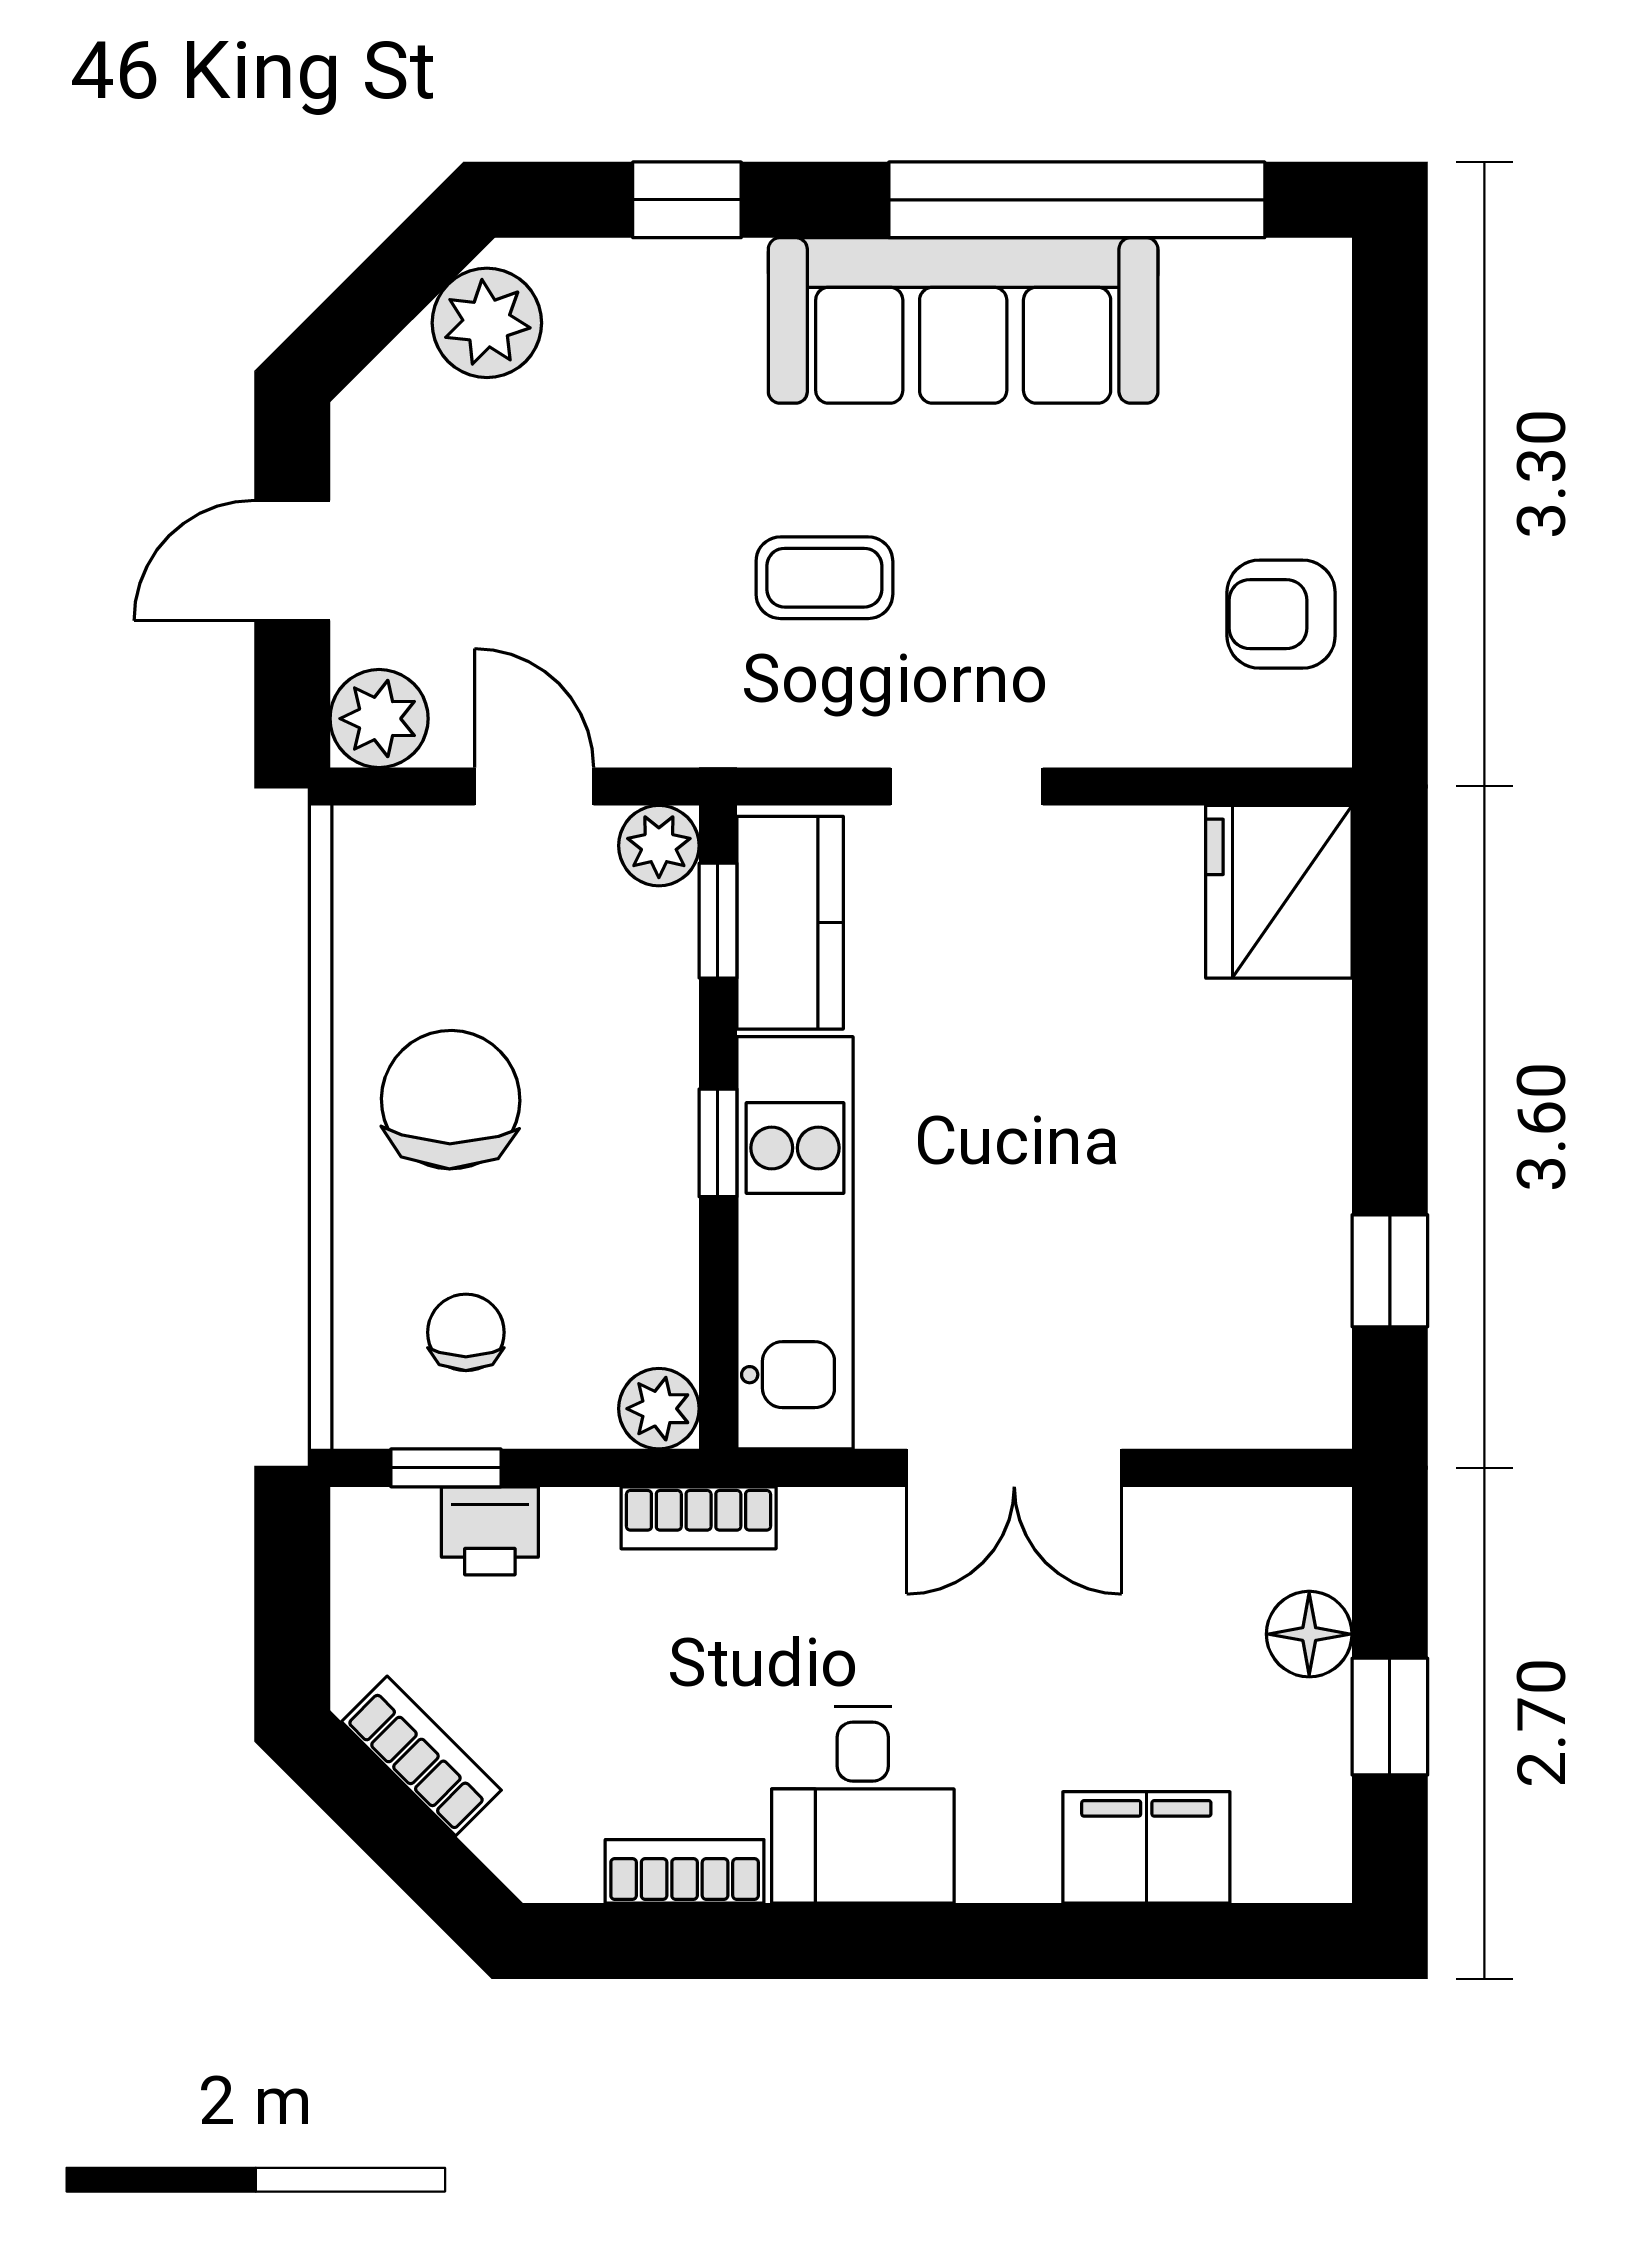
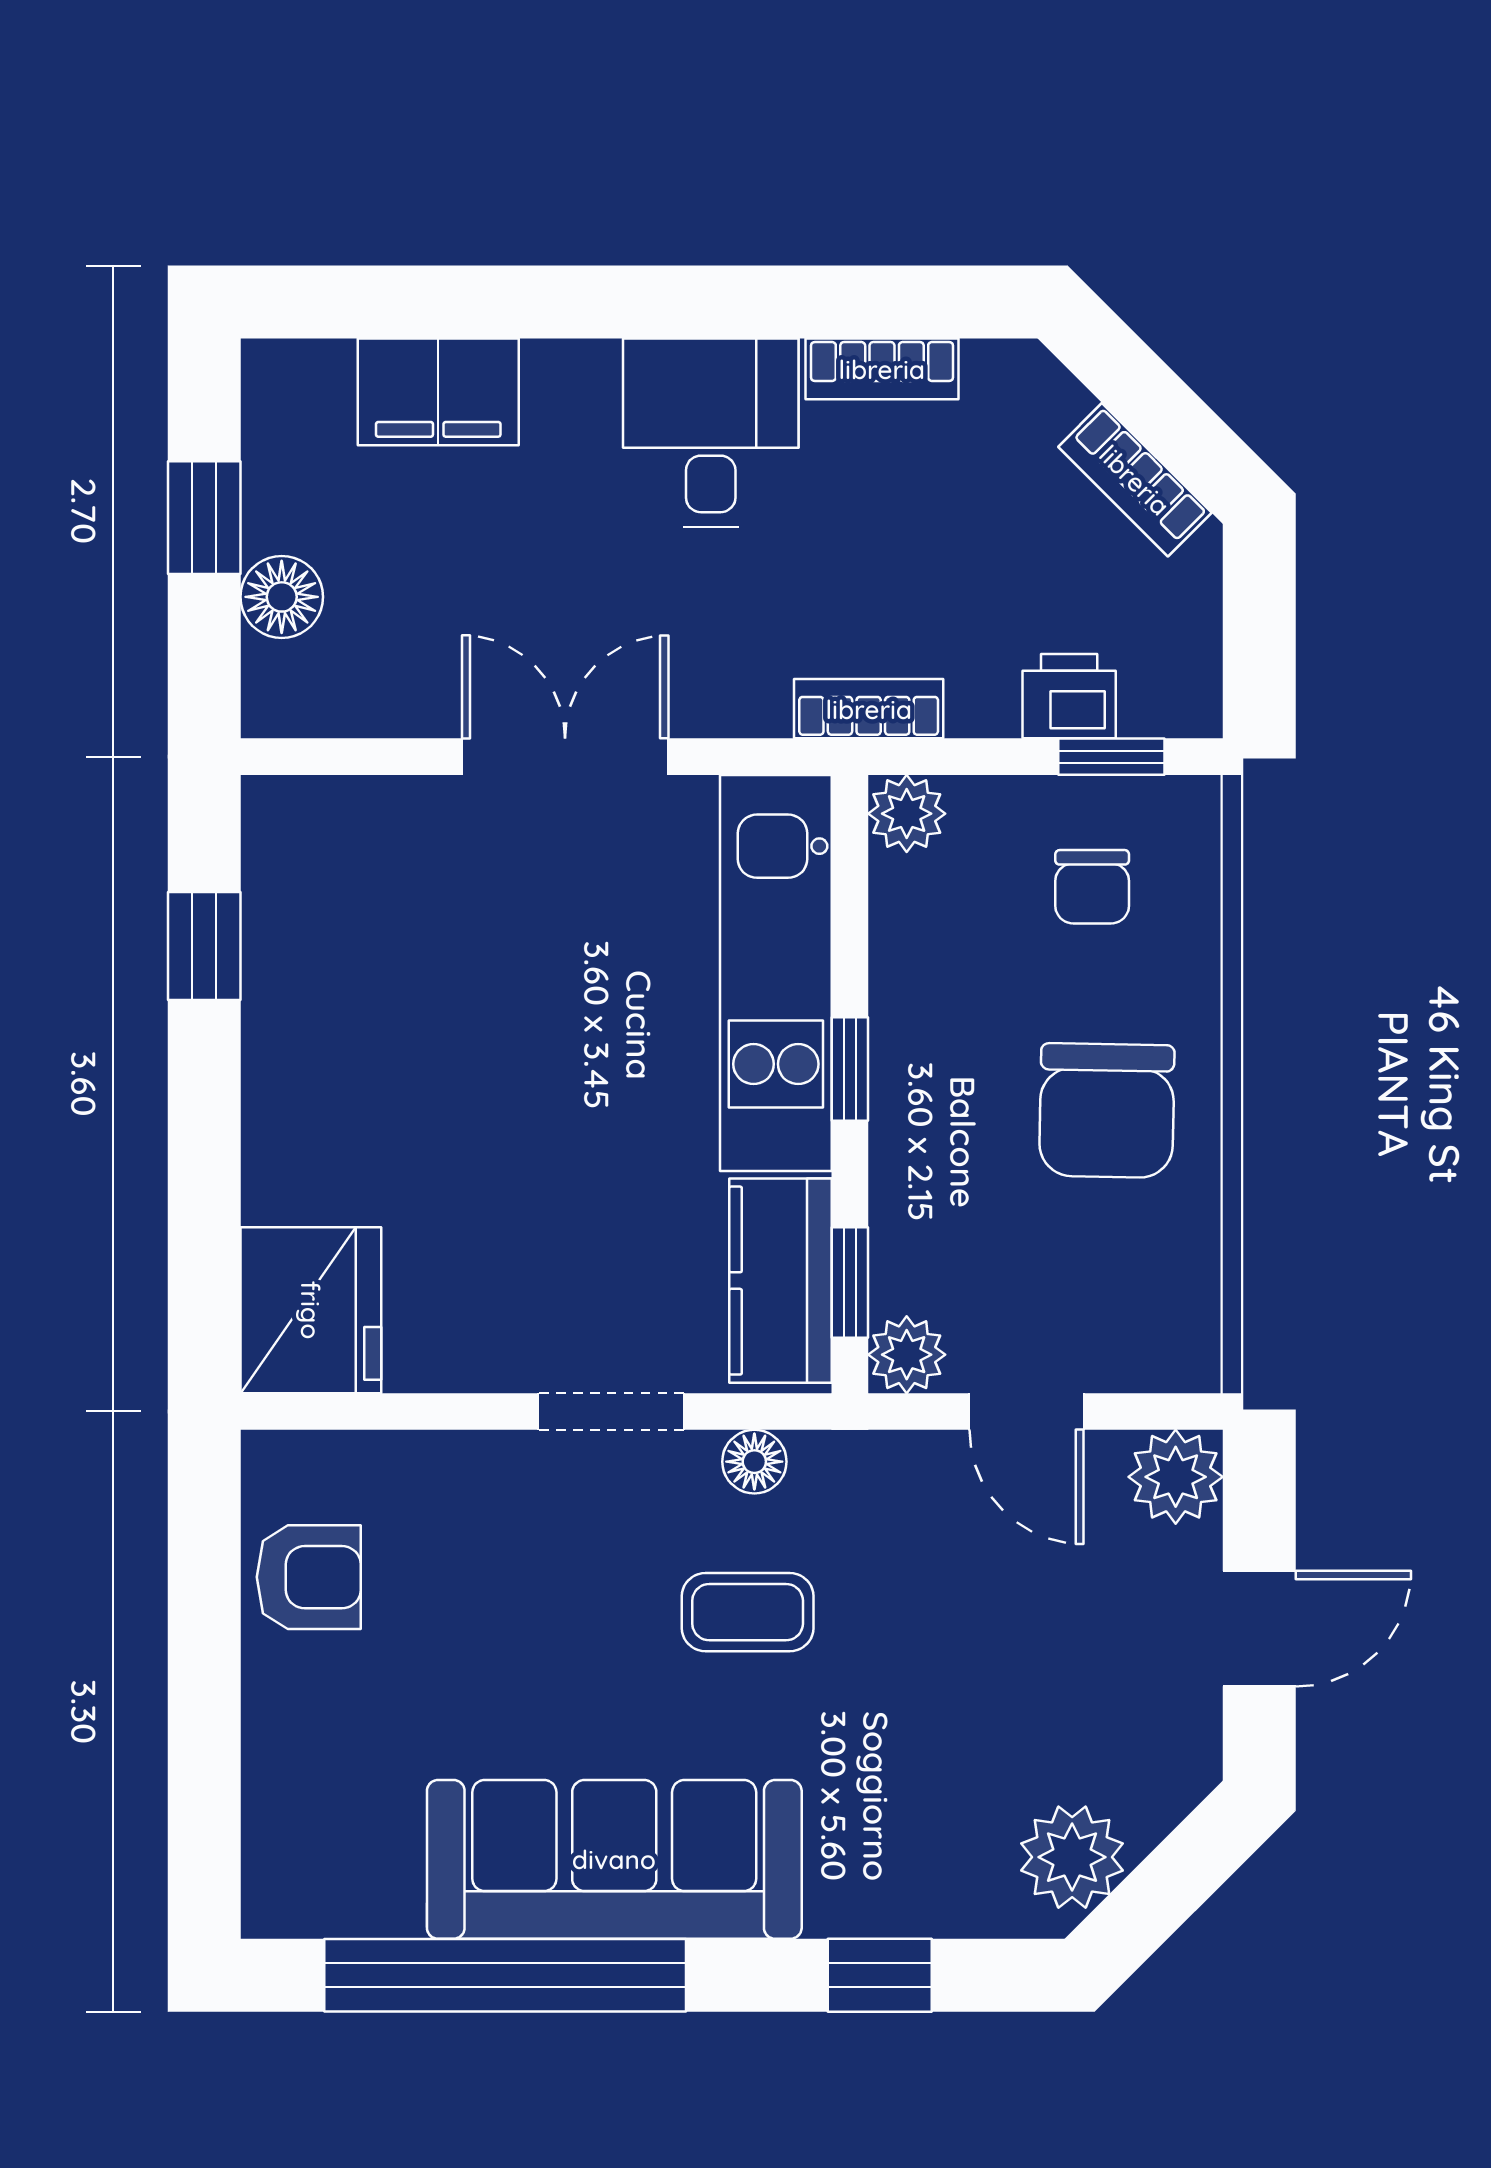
floor lamp: (817, 734) -> (754, 1462), added

